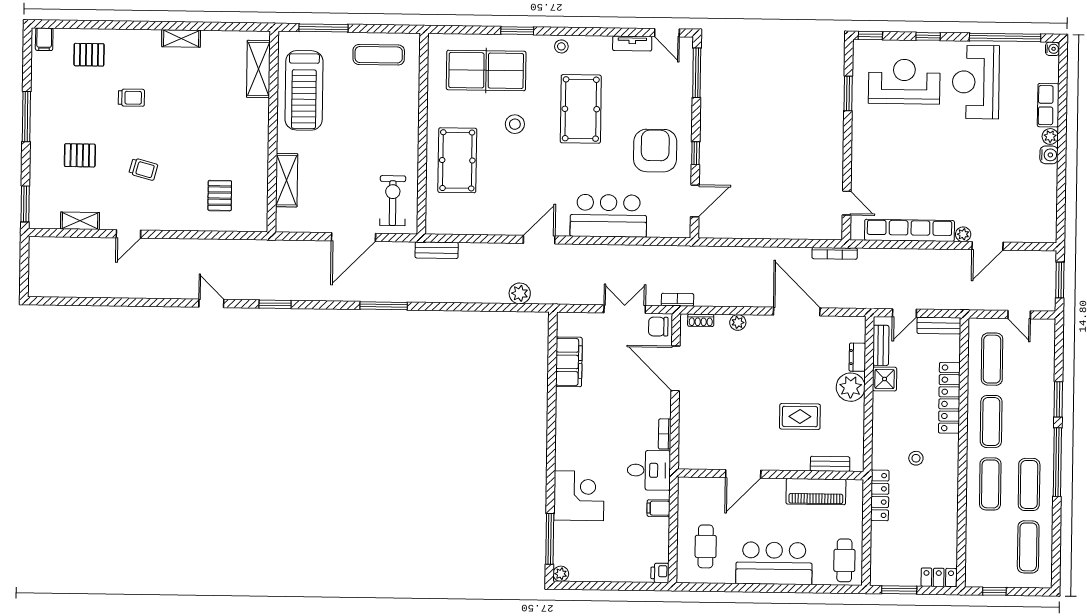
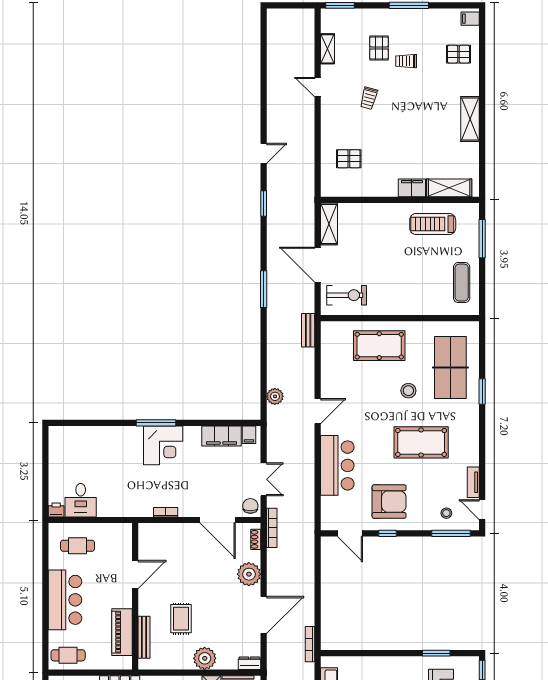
door: (667, 33) -> (482, 510), hinge flipped
shelving: (181, 38) -> (470, 119), width x1.50, depth x1.33
stool: (561, 46) -> (446, 513), moved
pallet: (89, 55) -> (458, 54), turned 90
treadmill: (304, 90) -> (433, 224), width x0.73, depth x0.73
trolley: (131, 98) -> (406, 61), moved, turned 90
filing cabinet: (258, 116) -> (412, 188), added
shelving: (287, 180) -> (329, 224), moved, turned 90
door: (847, 203) -> (350, 653), removed
door: (539, 240) -> (318, 411), hinge flipped
bookcase: (677, 300) -> (272, 528), width x1.56
plant: (738, 322) -> (249, 574), width x1.88, depth x1.88
dresser: (857, 357) -> (250, 663), moved
door: (675, 368) -> (218, 520), swing flipped
bench: (830, 464) -> (144, 637), width x1.36
desk: (649, 470) -> (81, 500), moved
door: (743, 474) -> (135, 575), swing flipped
corner desk: (579, 496) -> (163, 445), moved
filing cabinet: (658, 508) -> (249, 435), moved, turned 180
window: (550, 539) -> (156, 423), moved
plant: (561, 574) -> (54, 432), removed

